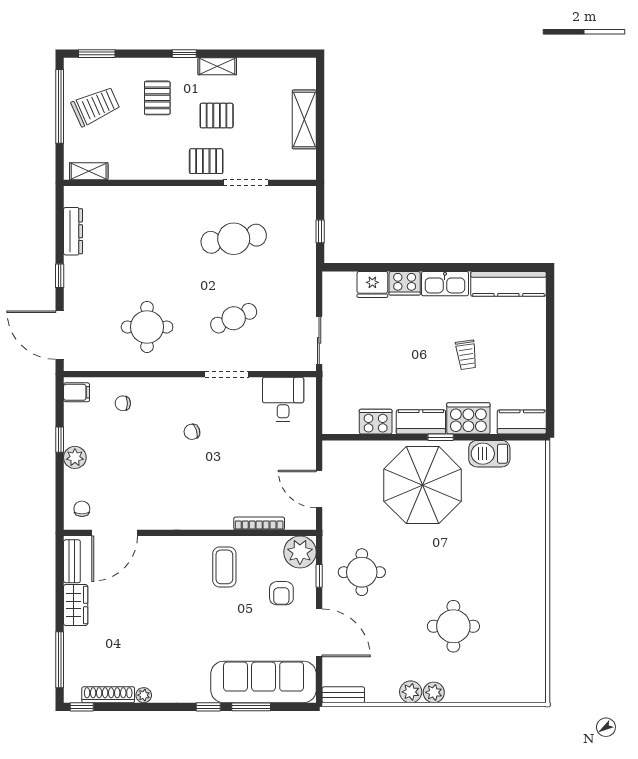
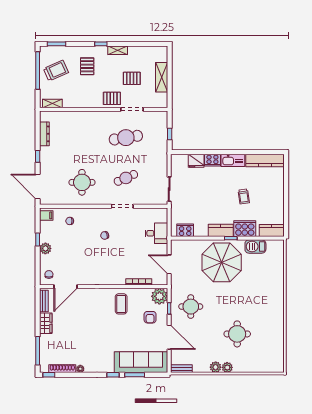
pallet: (217, 116) -> (132, 78), moved
desk: (283, 399) -> (156, 233), moved, turned 90
cooker: (376, 422) -> (185, 230), moved

